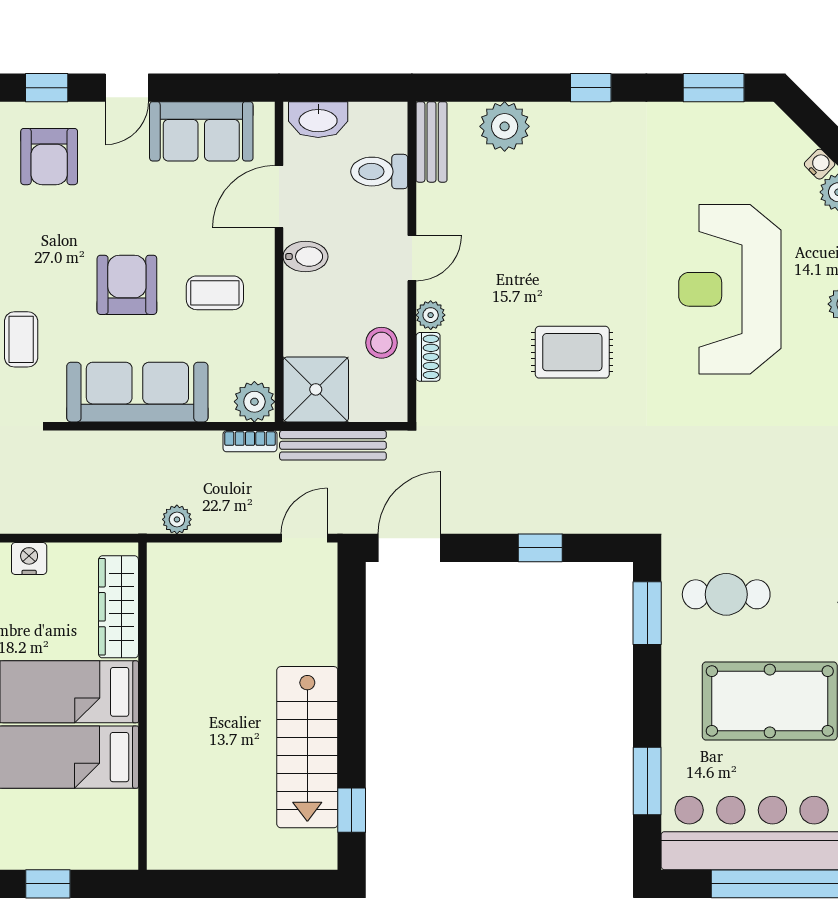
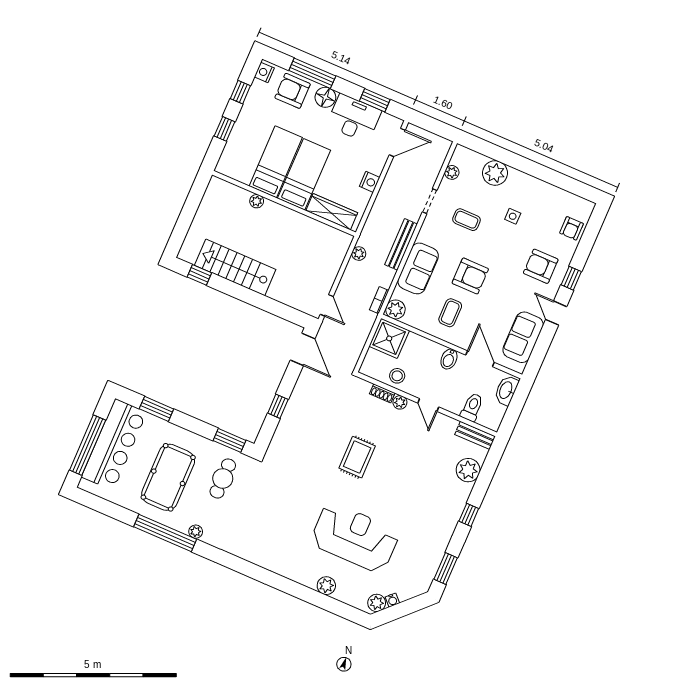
sofa: (137, 392) -> (418, 268), width x0.73
bench: (333, 445) -> (401, 244), moved
plant: (161, 761) -> (257, 201), added

